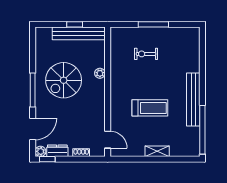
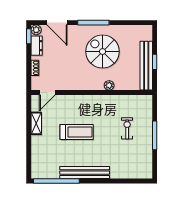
treadmill: (150, 108) -> (77, 132), turned -90
shelving: (157, 151) -> (36, 123), moved

